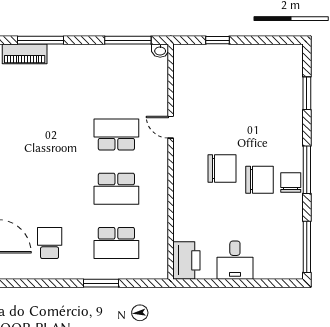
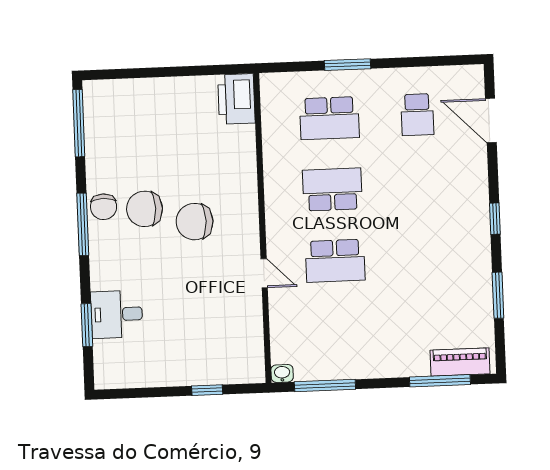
school desk: (116, 243) -> (329, 118), turned 180
desk: (235, 260) -> (117, 314), moved, turned -90

